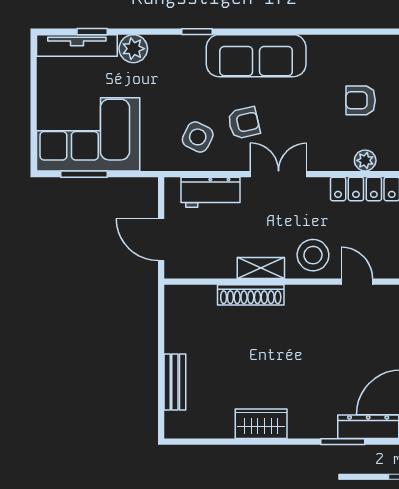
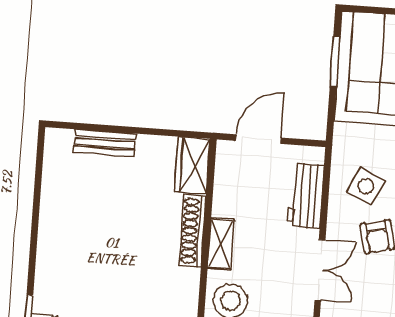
wardrobe: (261, 424) -> (192, 165), moved, turned 180

